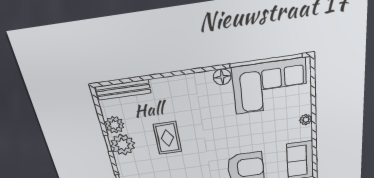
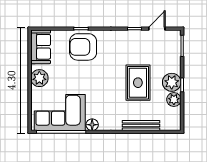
bench: (123, 90) -> (141, 125), moved
plant: (306, 120) -> (39, 78), width x1.88, depth x1.88
rug: (167, 138) -> (138, 83), width x1.36, depth x1.43

